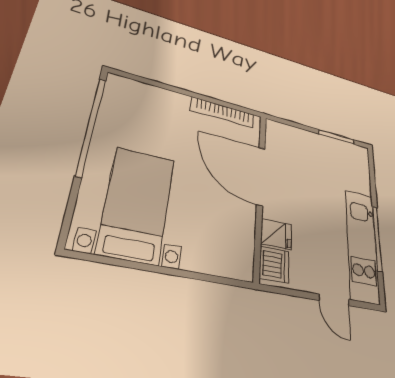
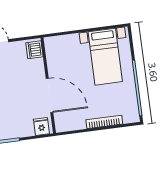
bookcase: (223, 112) -> (104, 122), moved
fridge: (276, 234) -> (41, 127), moved, turned 90

